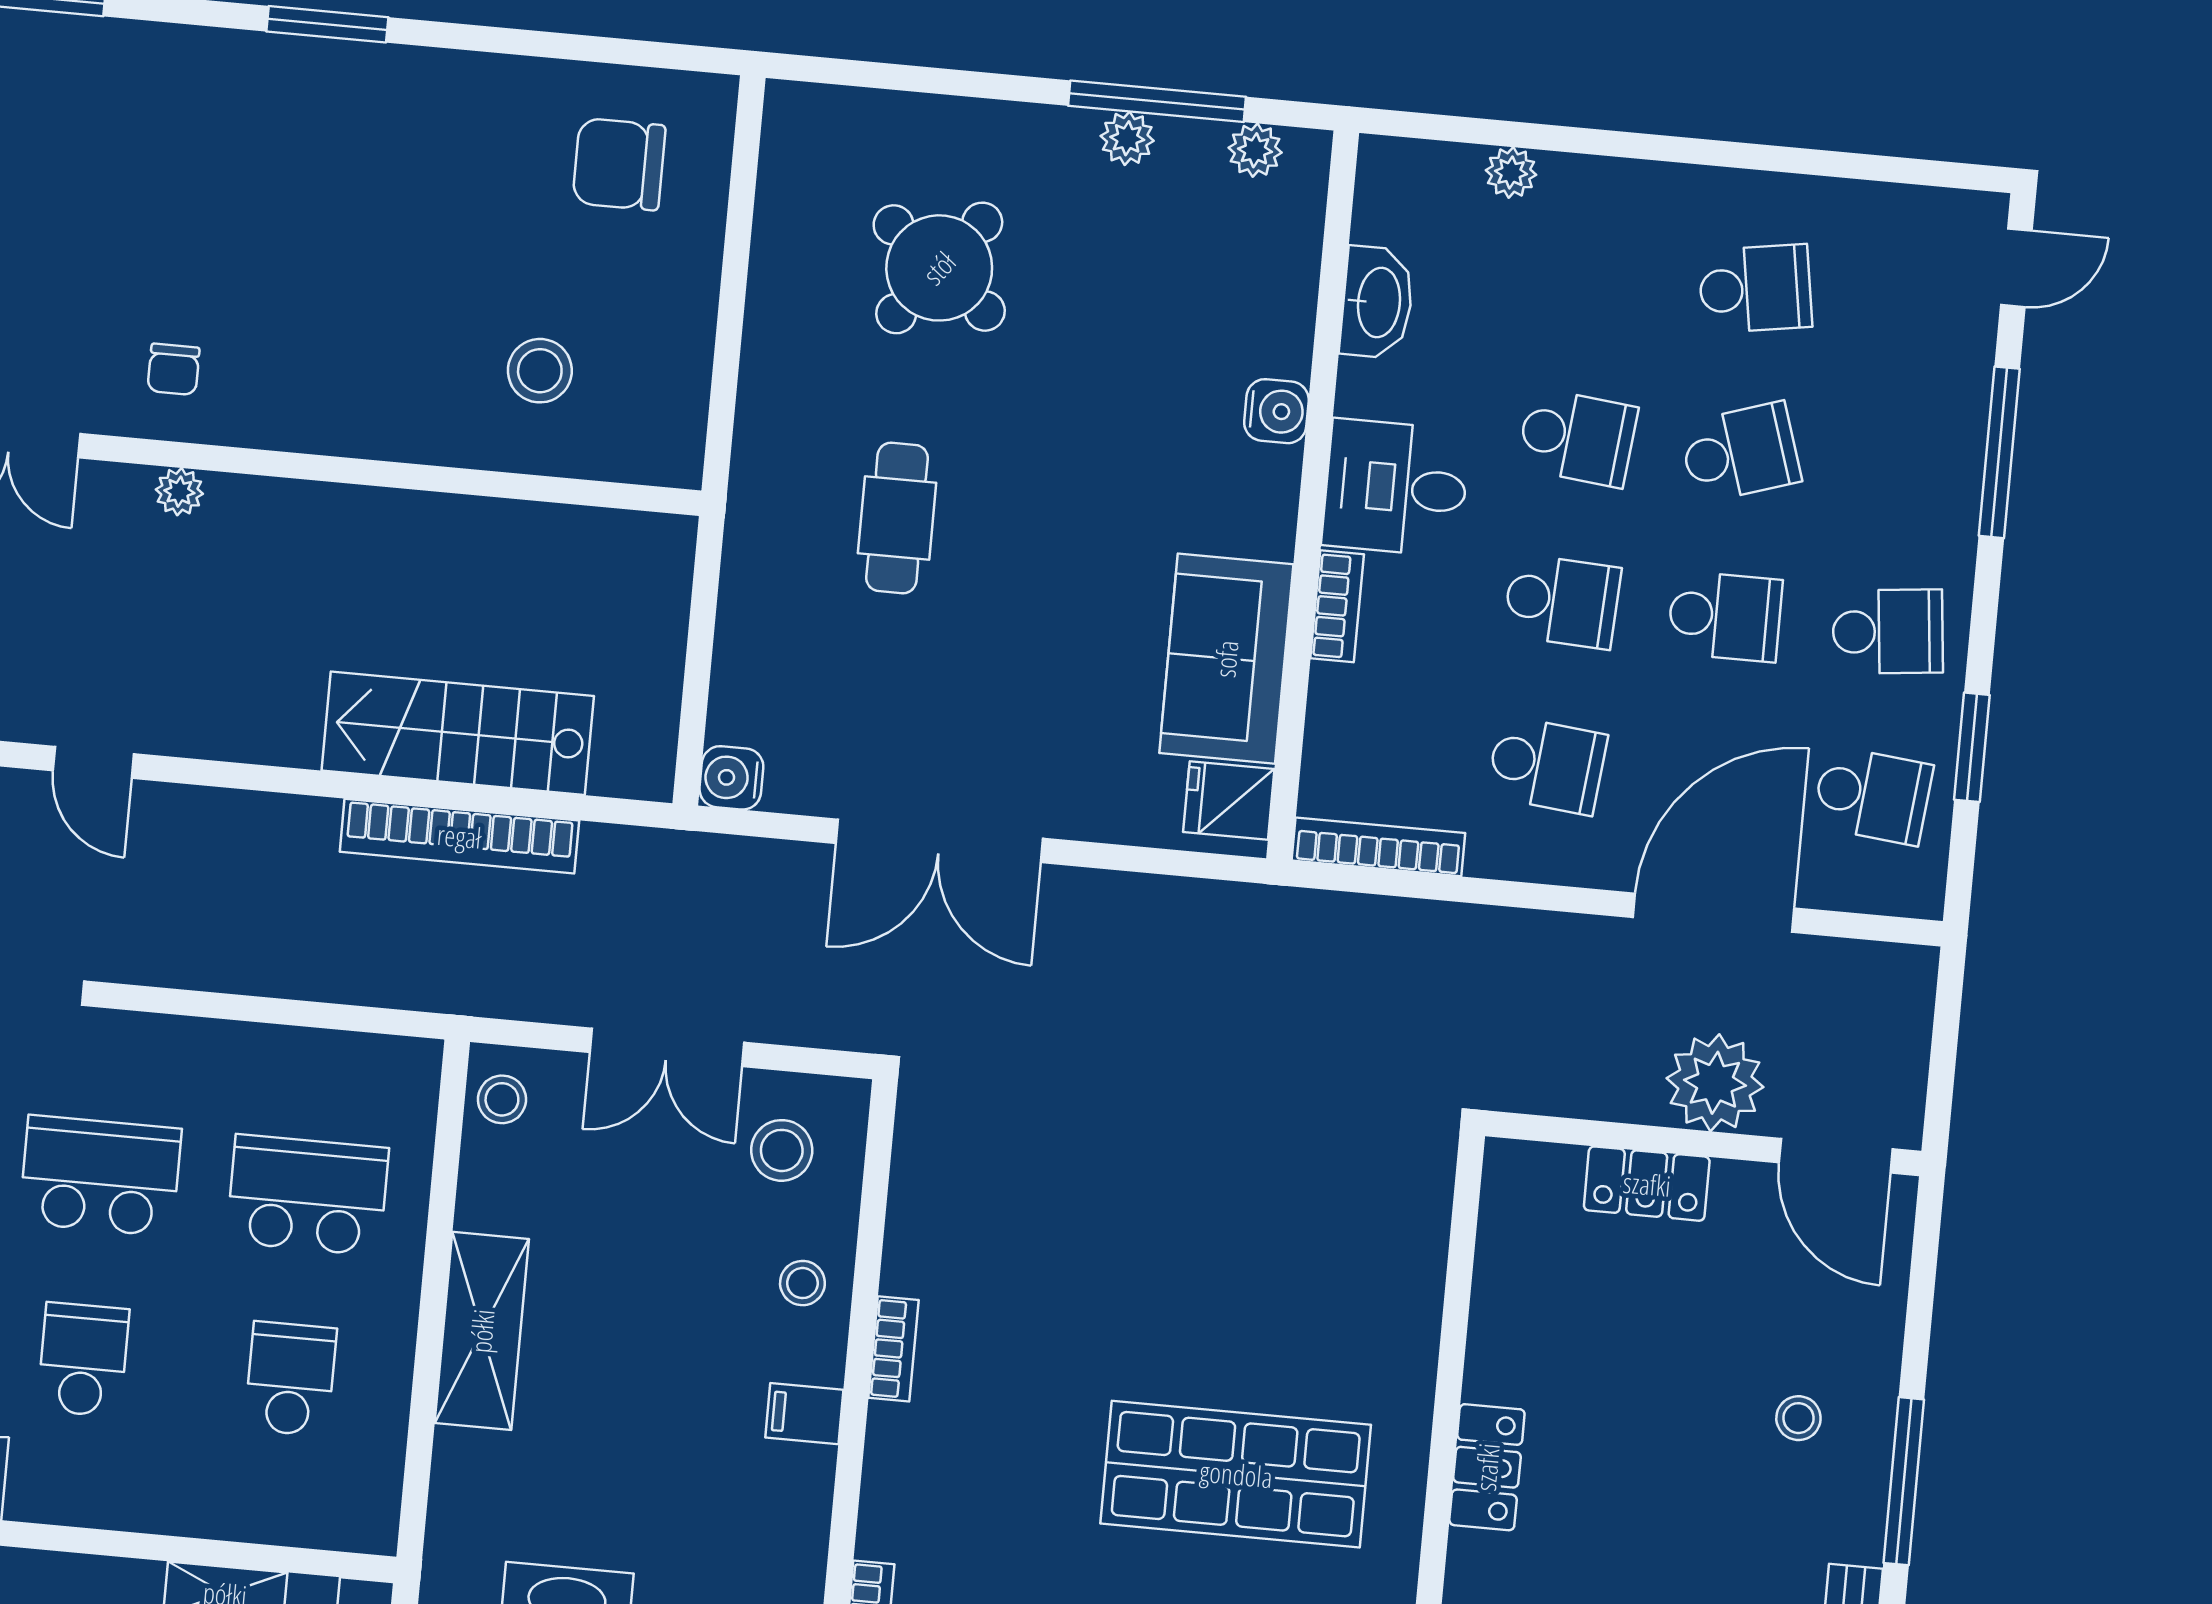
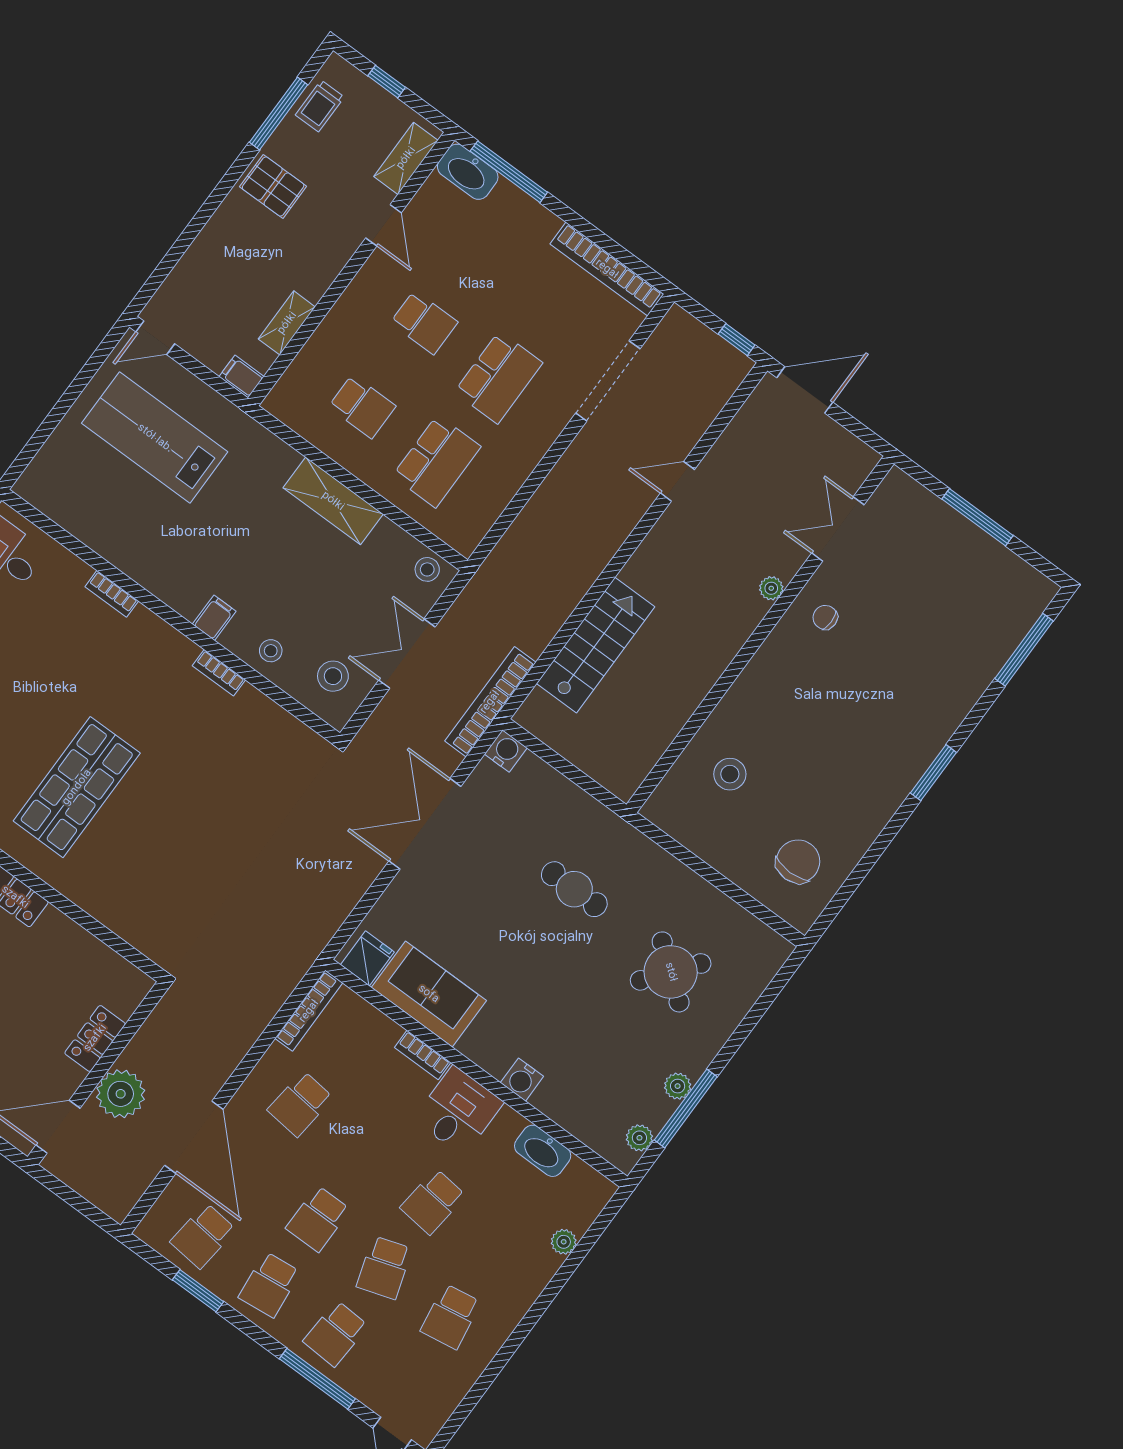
school desk: (1562, 601) -> (336, 1334), moved
bookcase: (459, 836) -> (490, 702), moved

